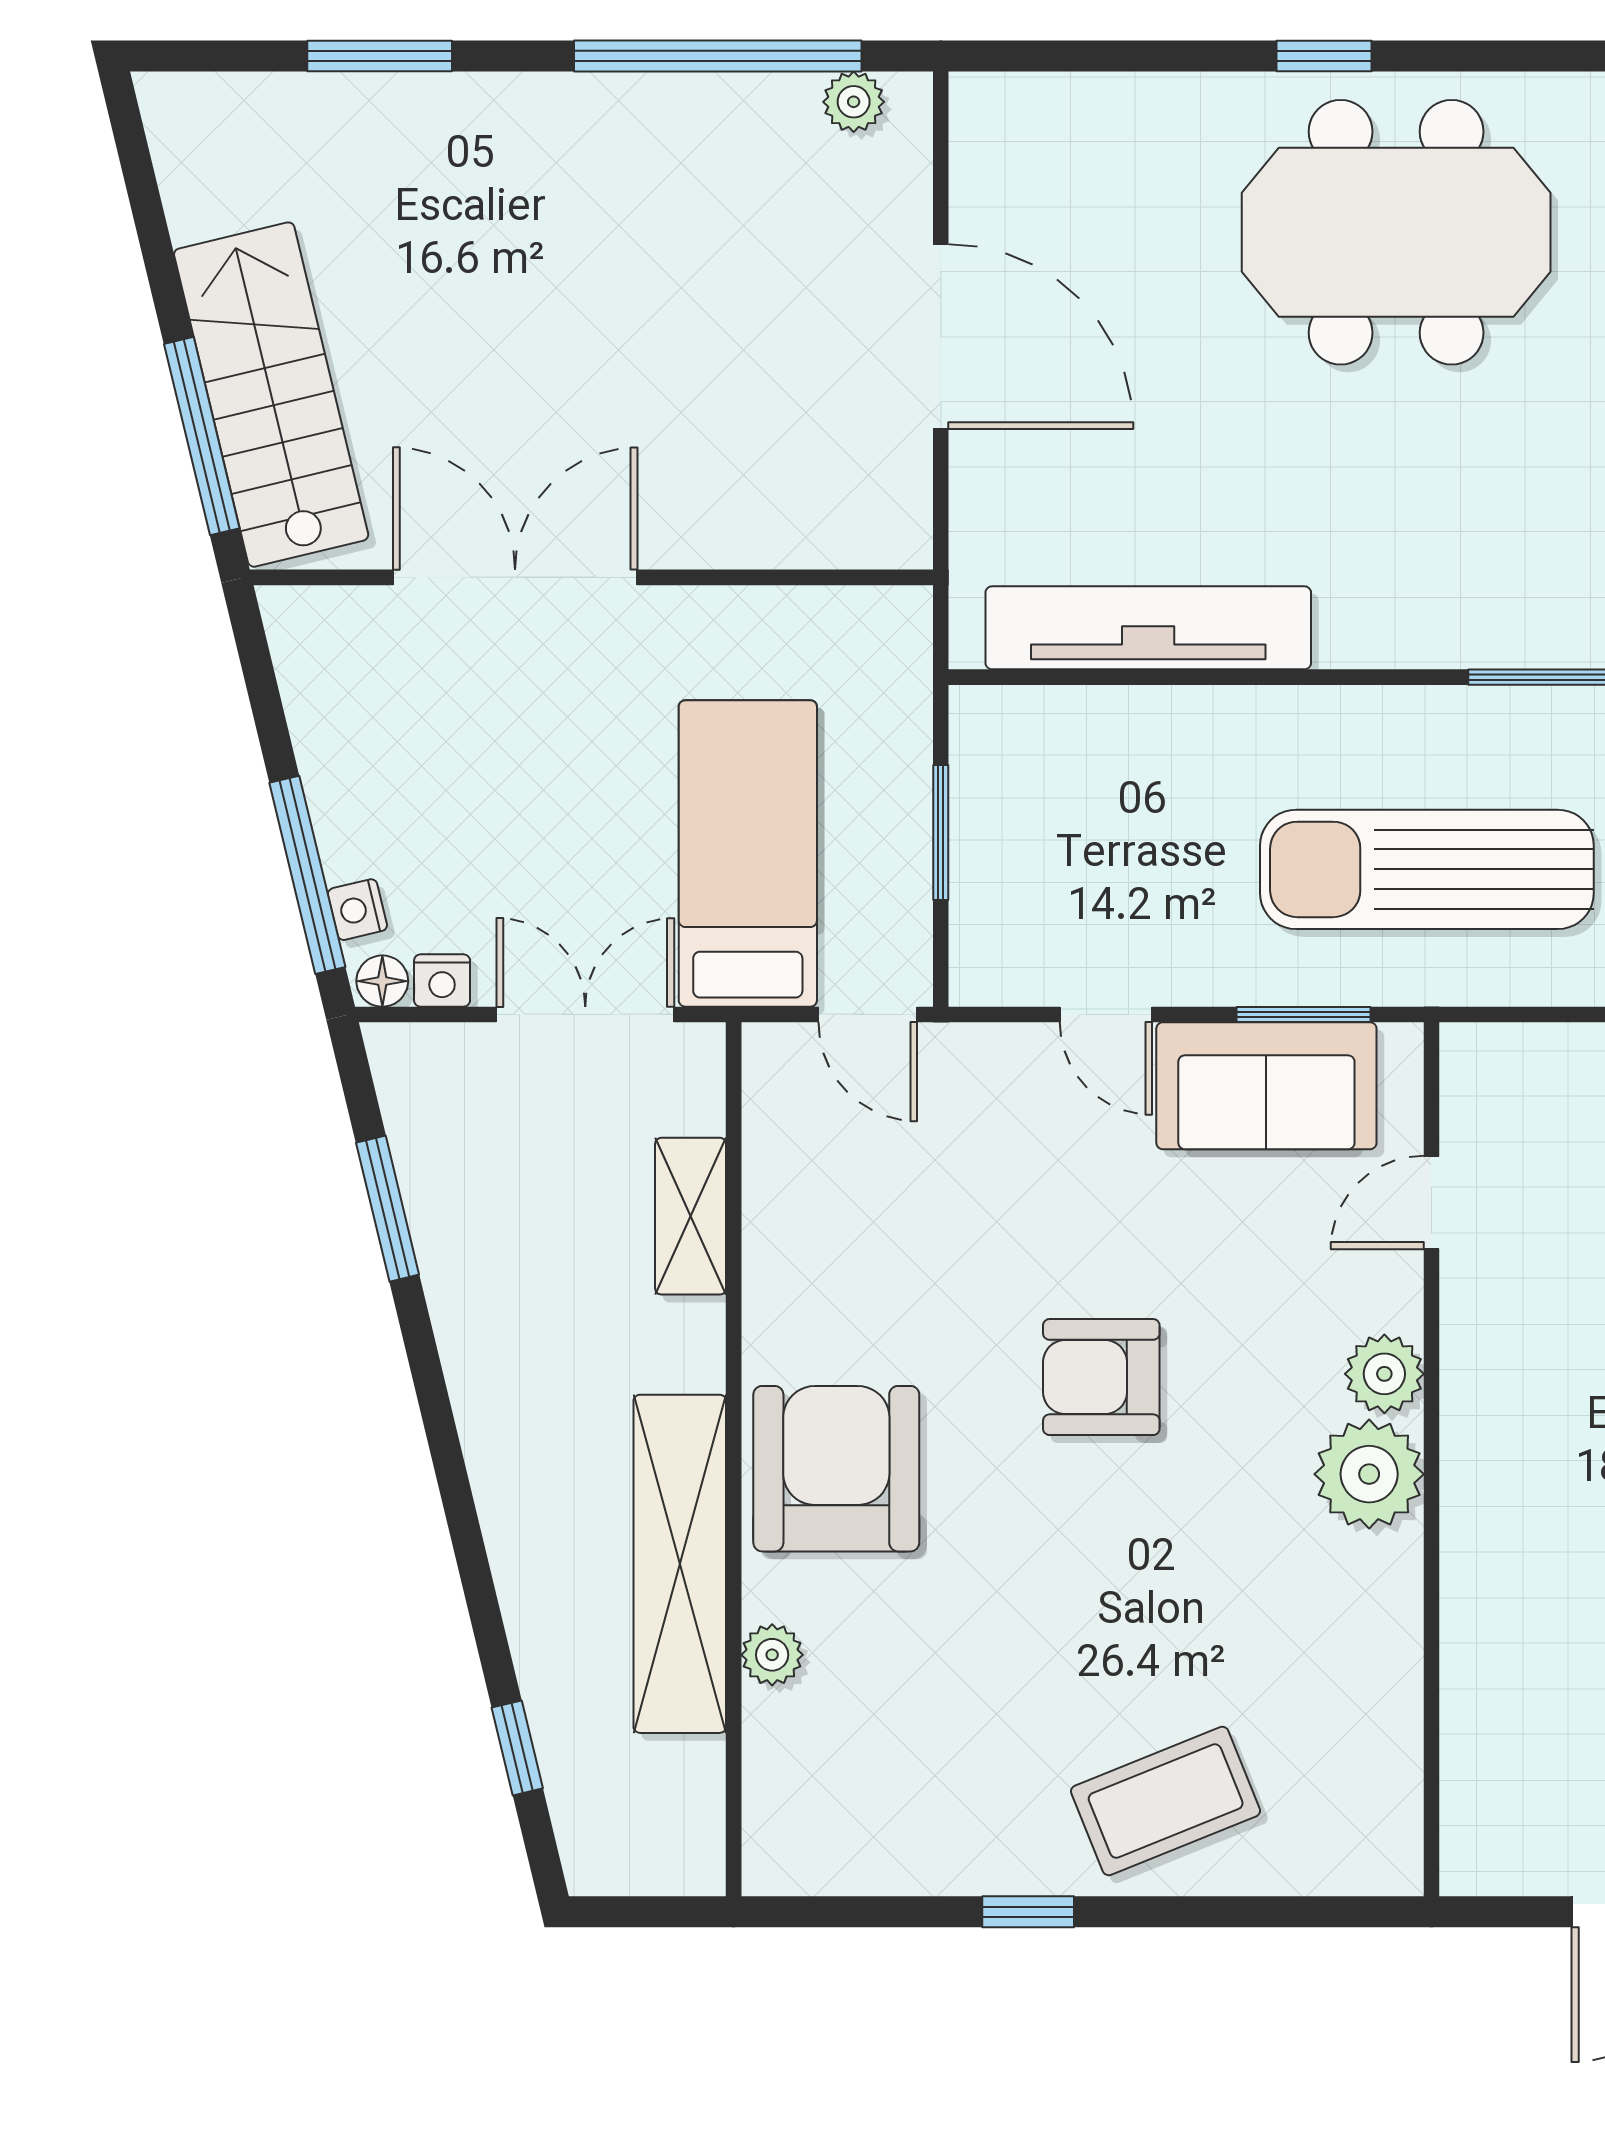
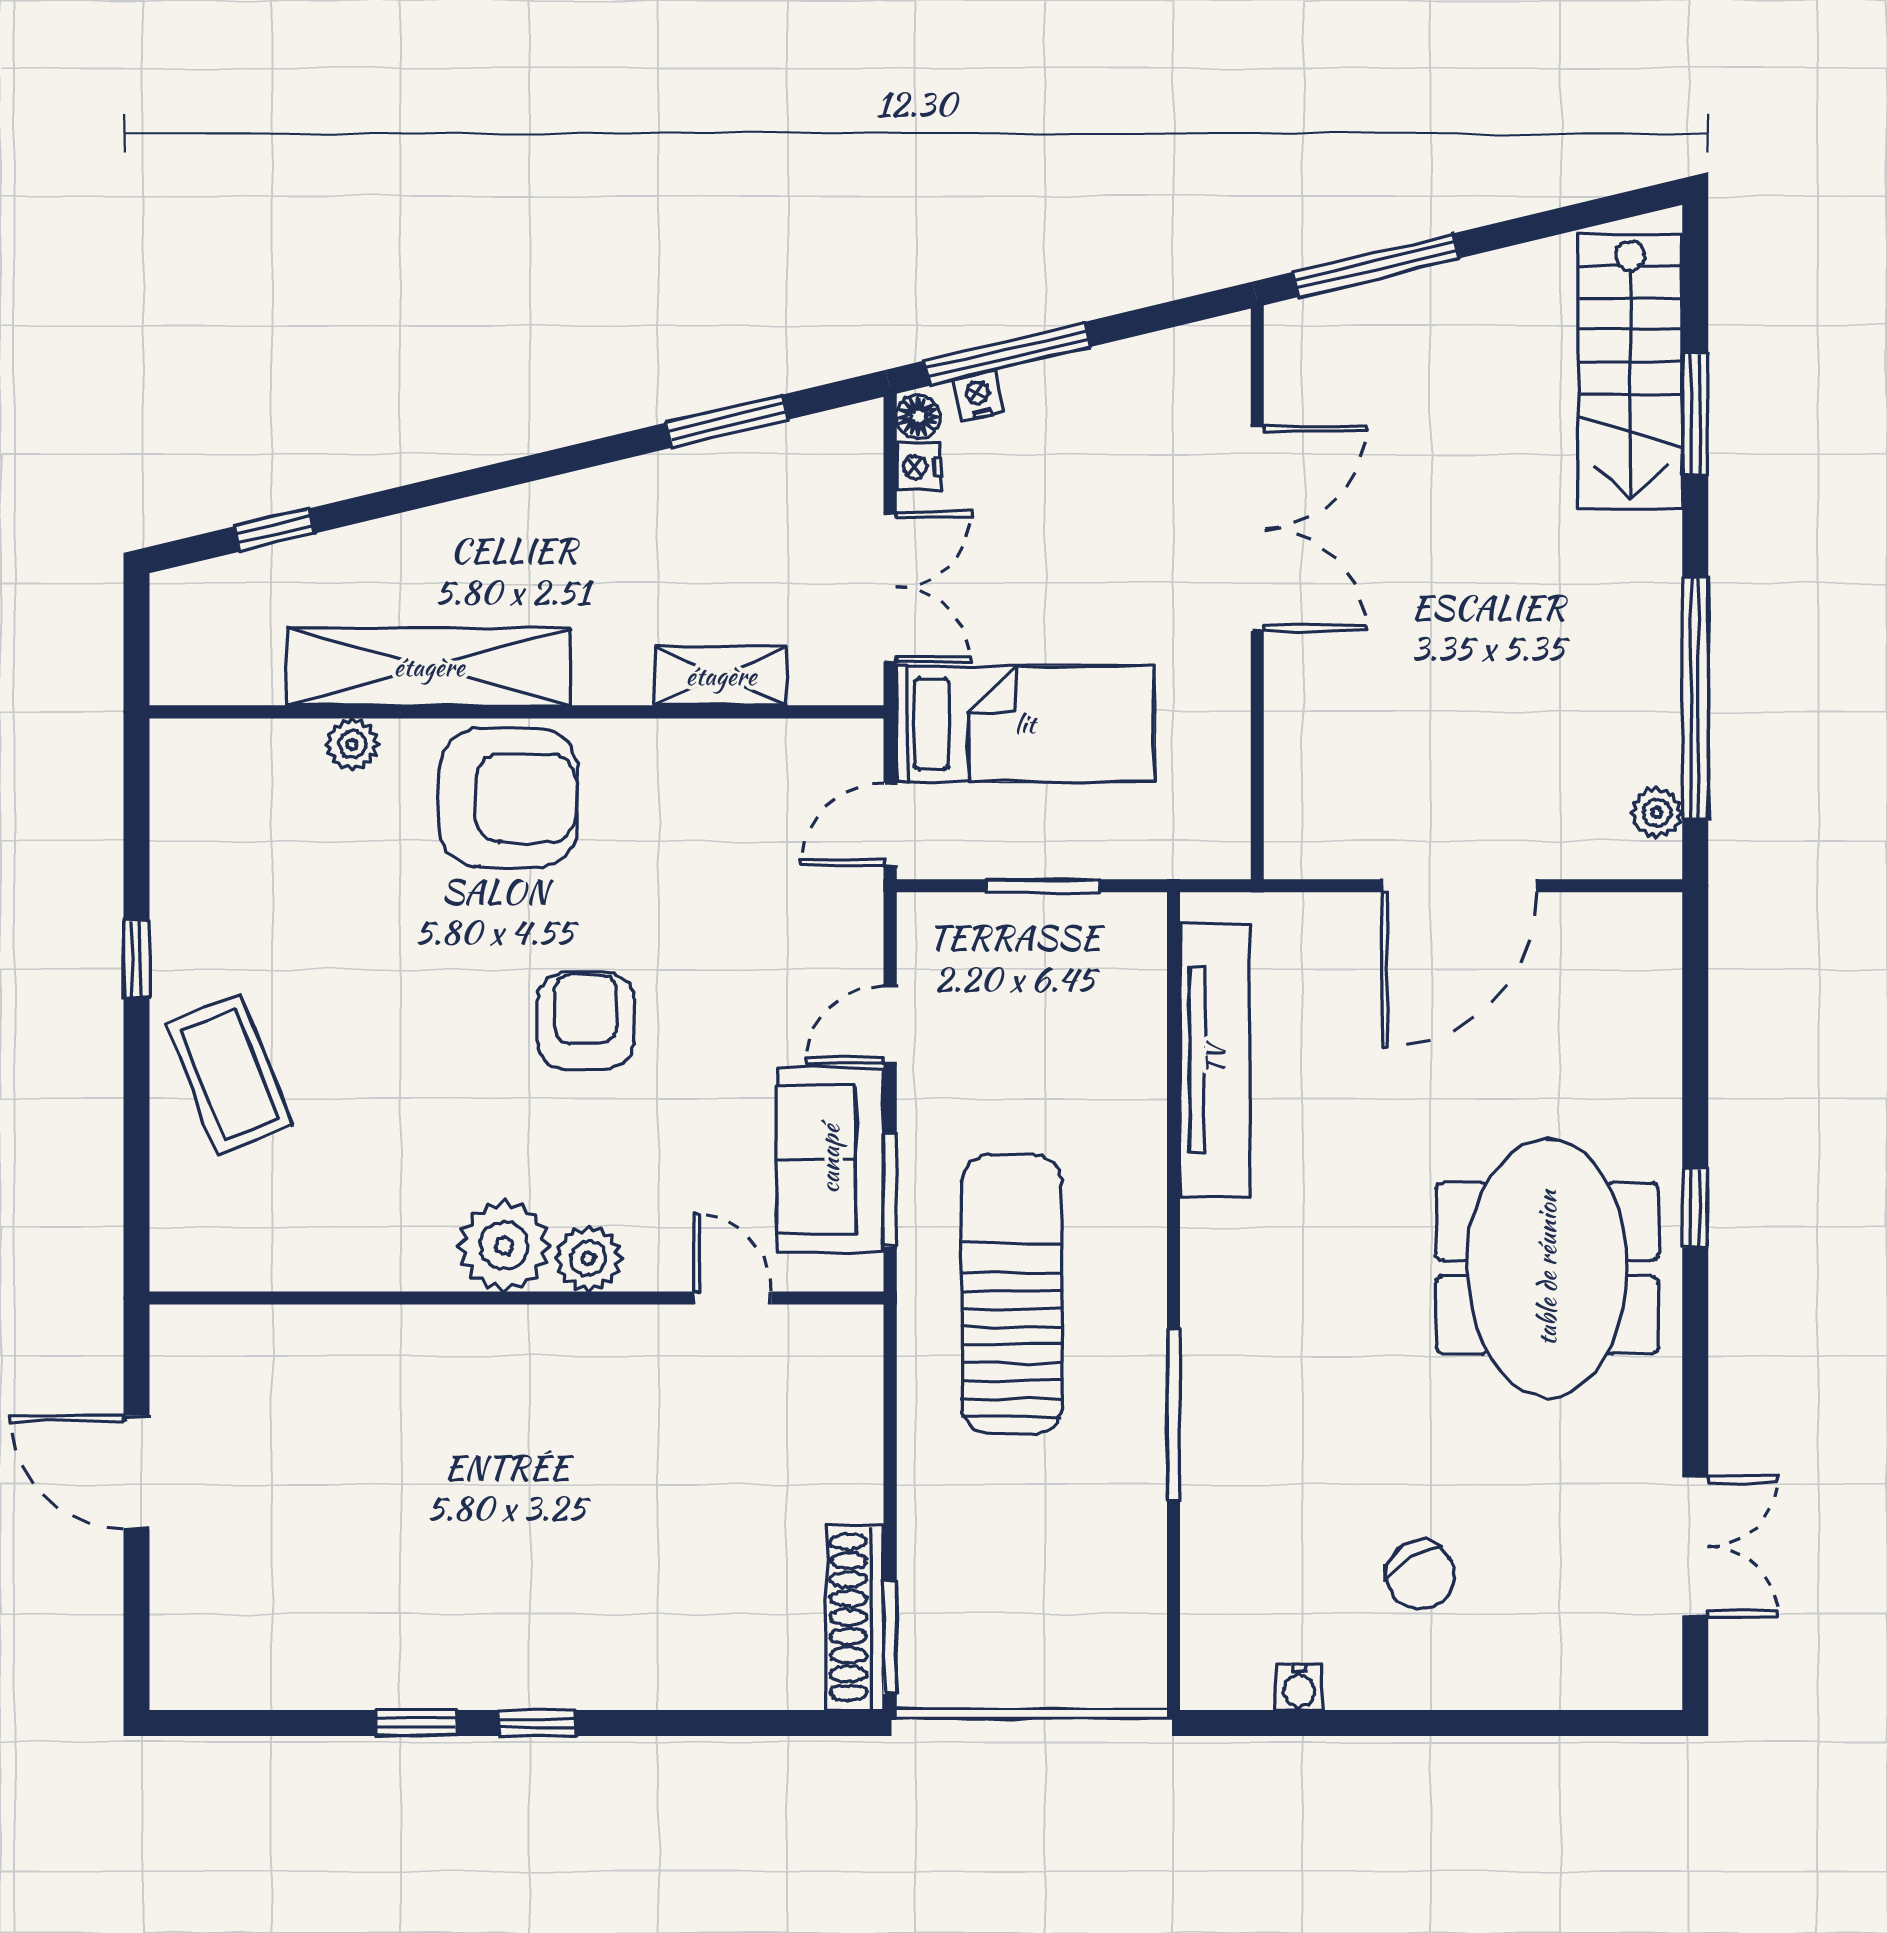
stairs: (271, 395) -> (1630, 371), moved, turned 104

